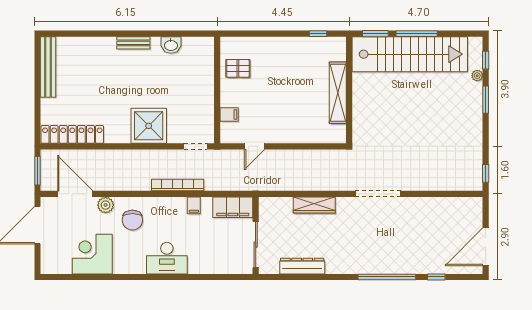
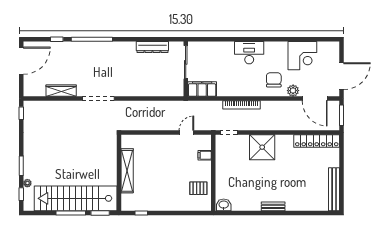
washbasin: (171, 45) -> (224, 205), moved
filing cabinet: (194, 205) -> (230, 90), removed
wardrobe: (314, 205) -> (61, 91), moved

